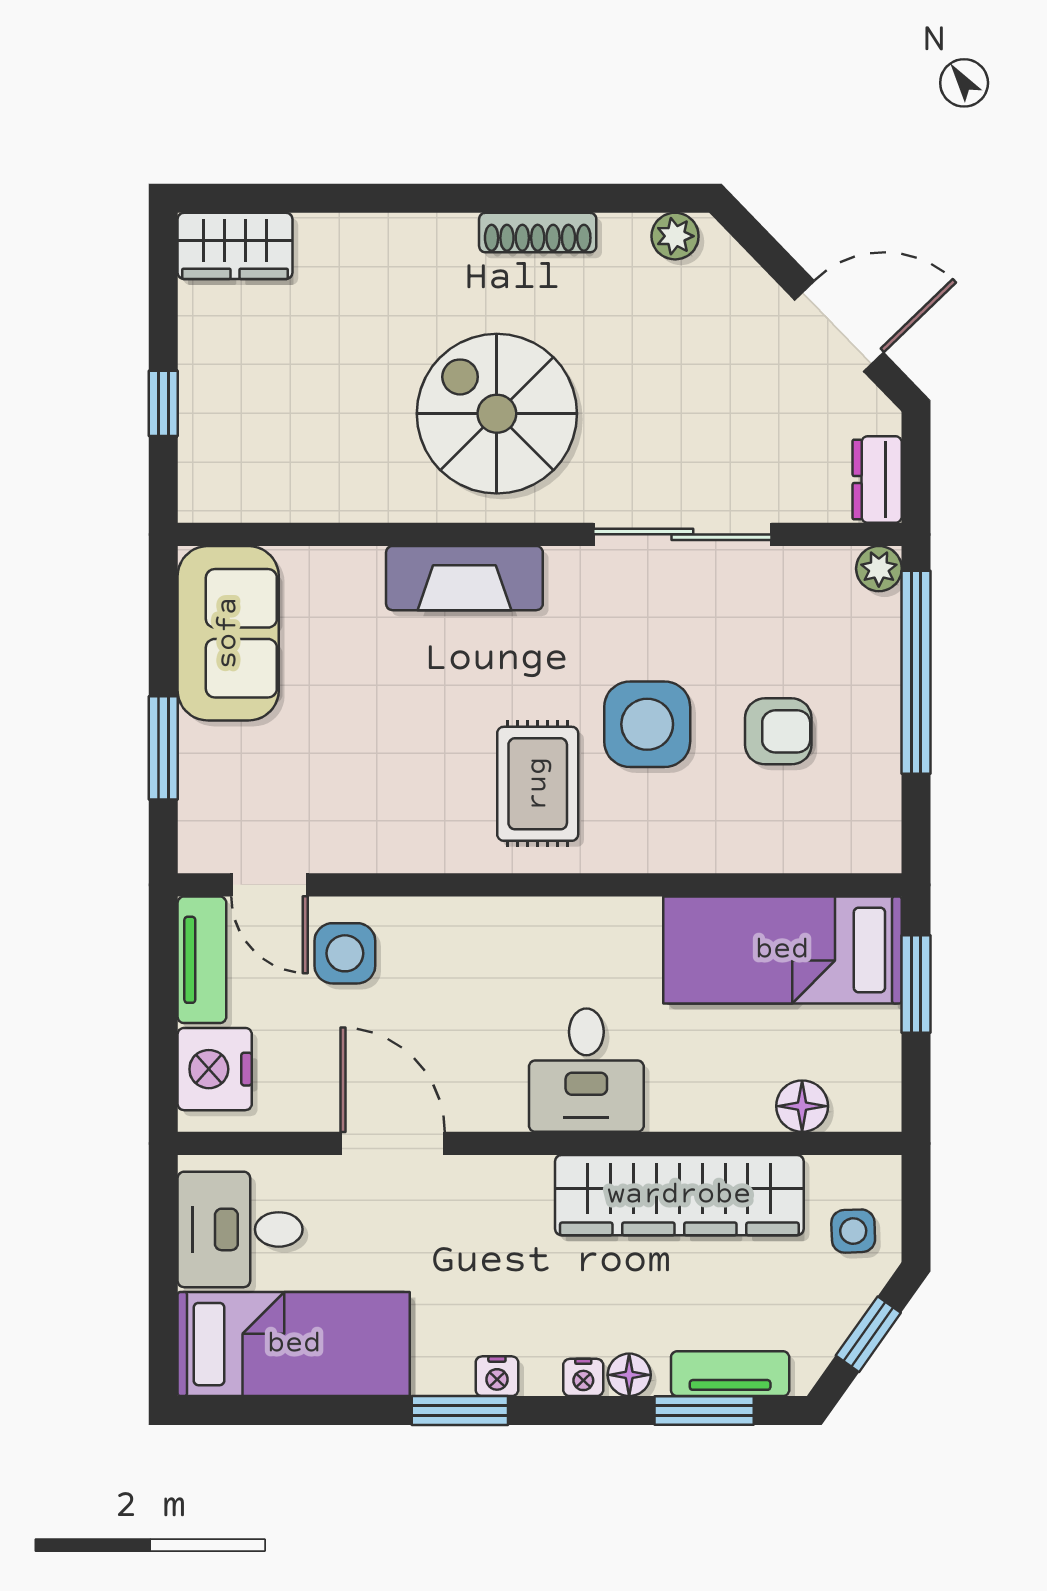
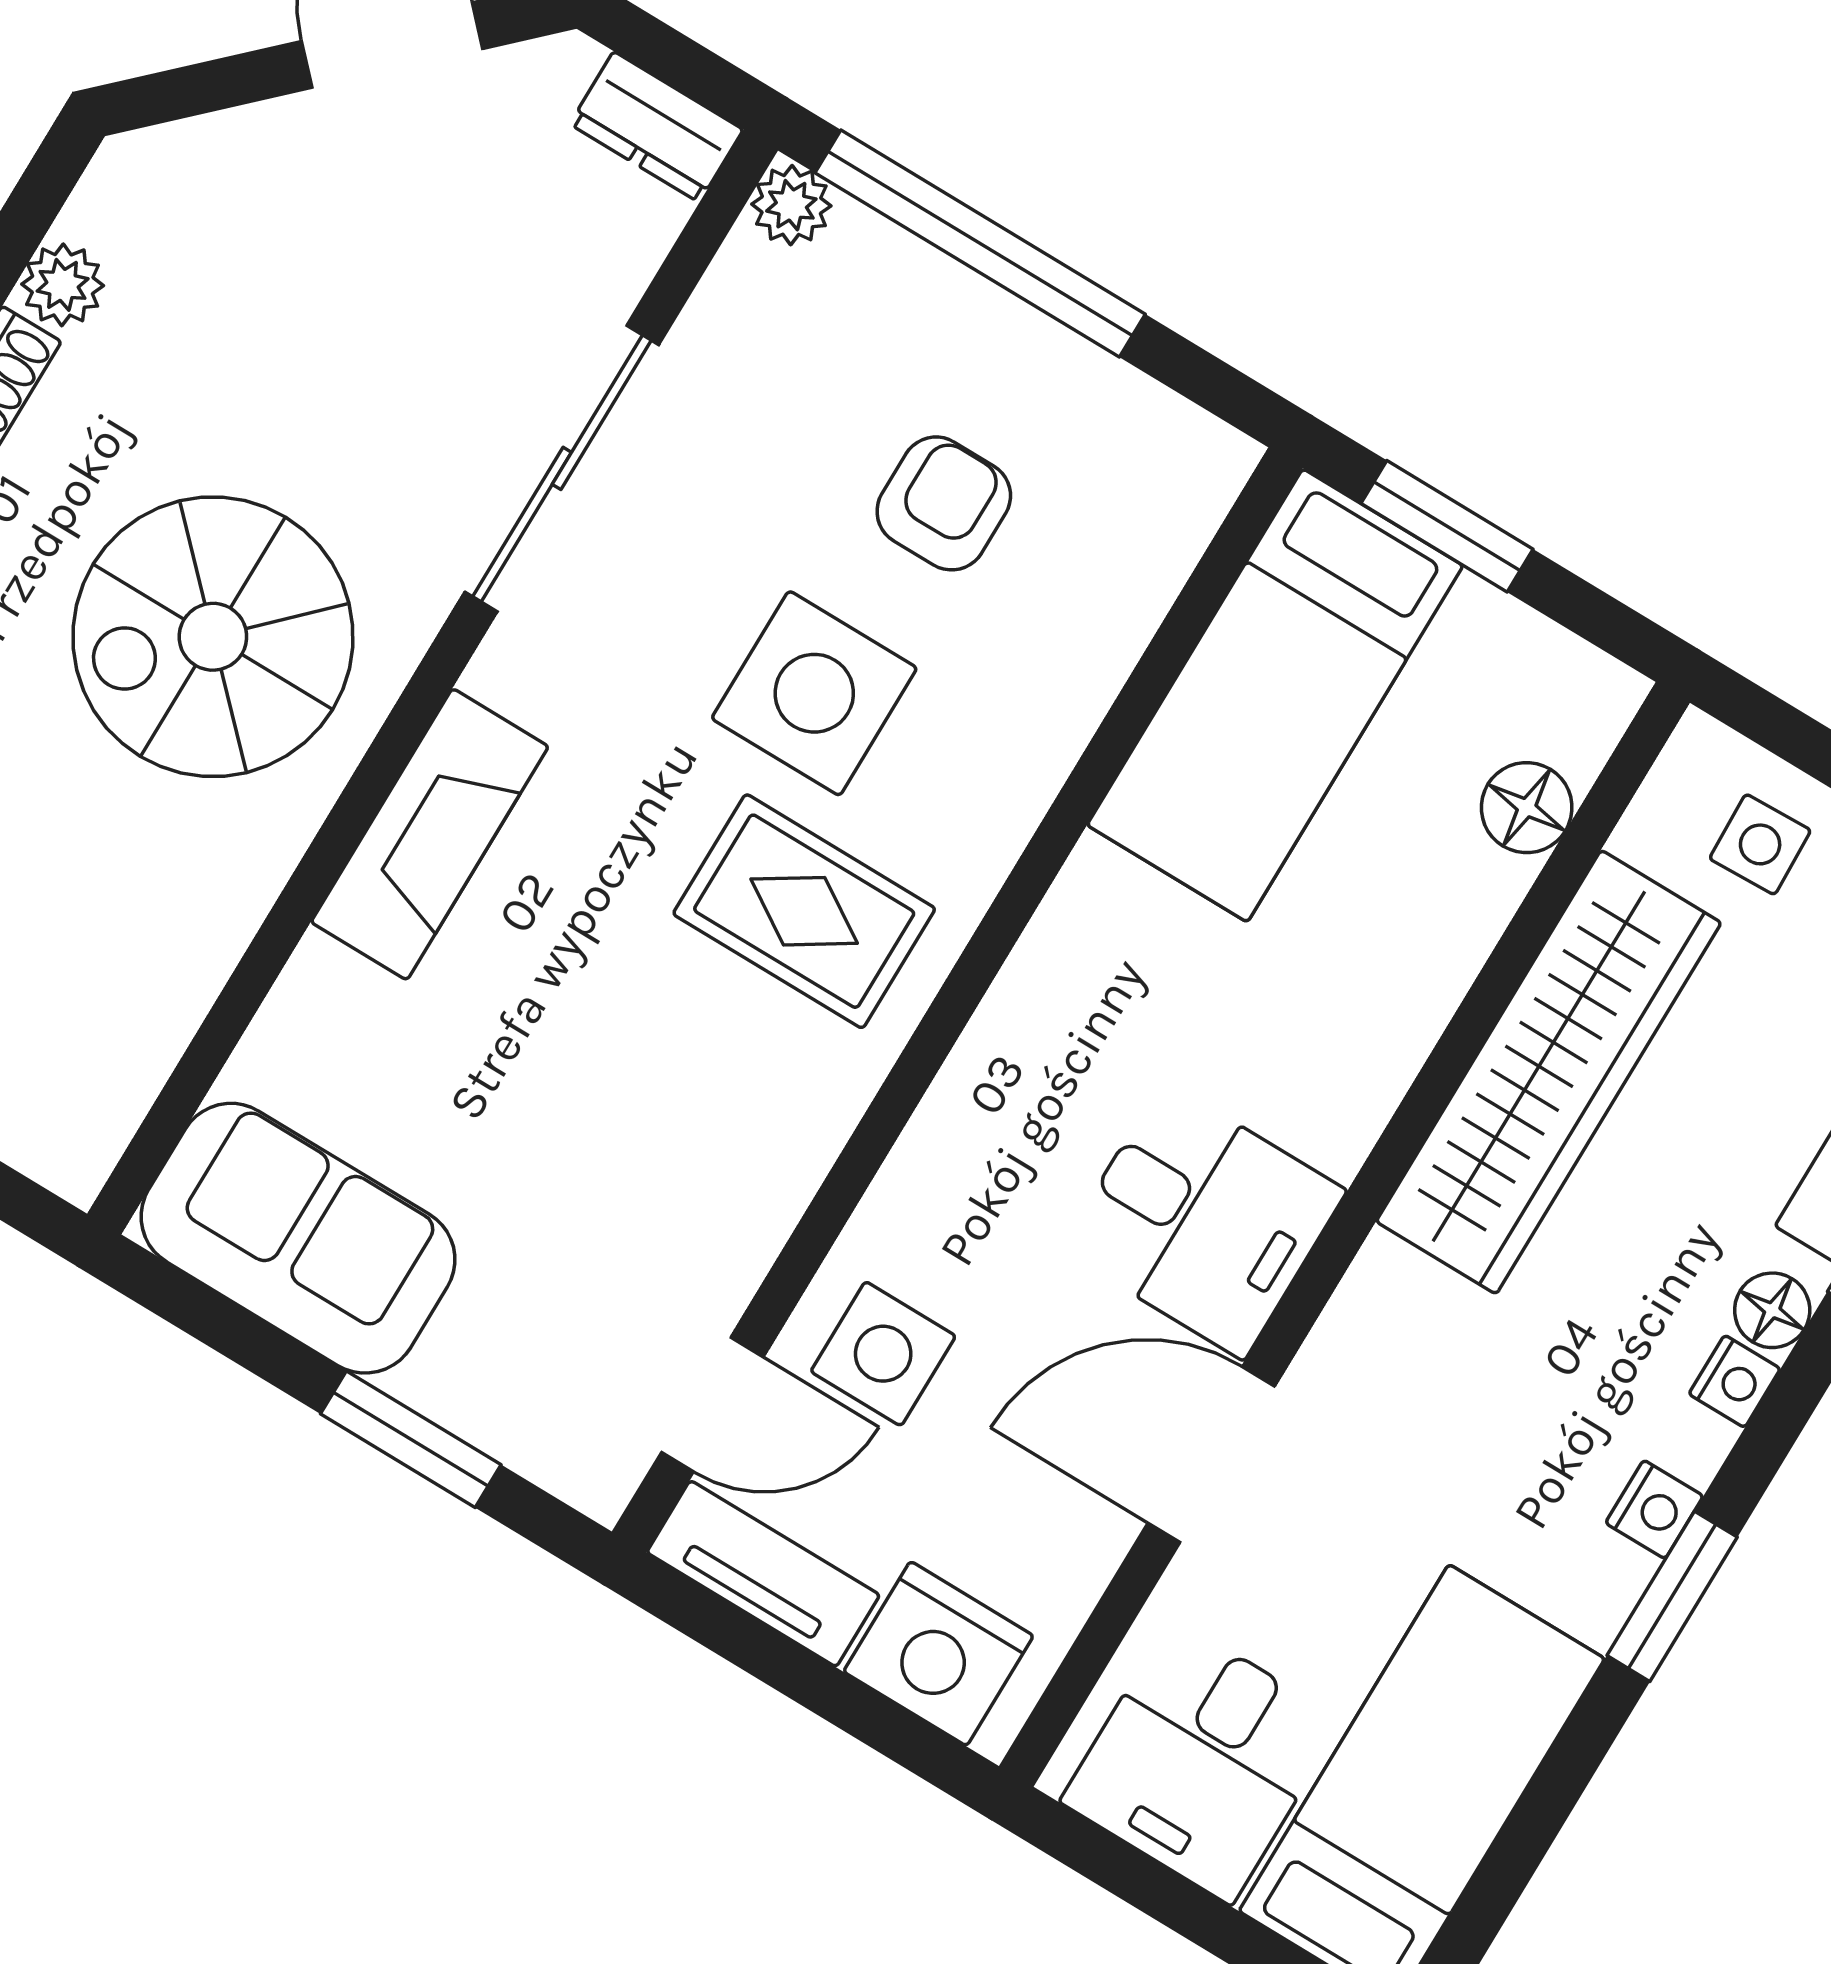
plant: (675, 236) -> (63, 285), moved
desk: (586, 1070) -> (1203, 1220), moved

